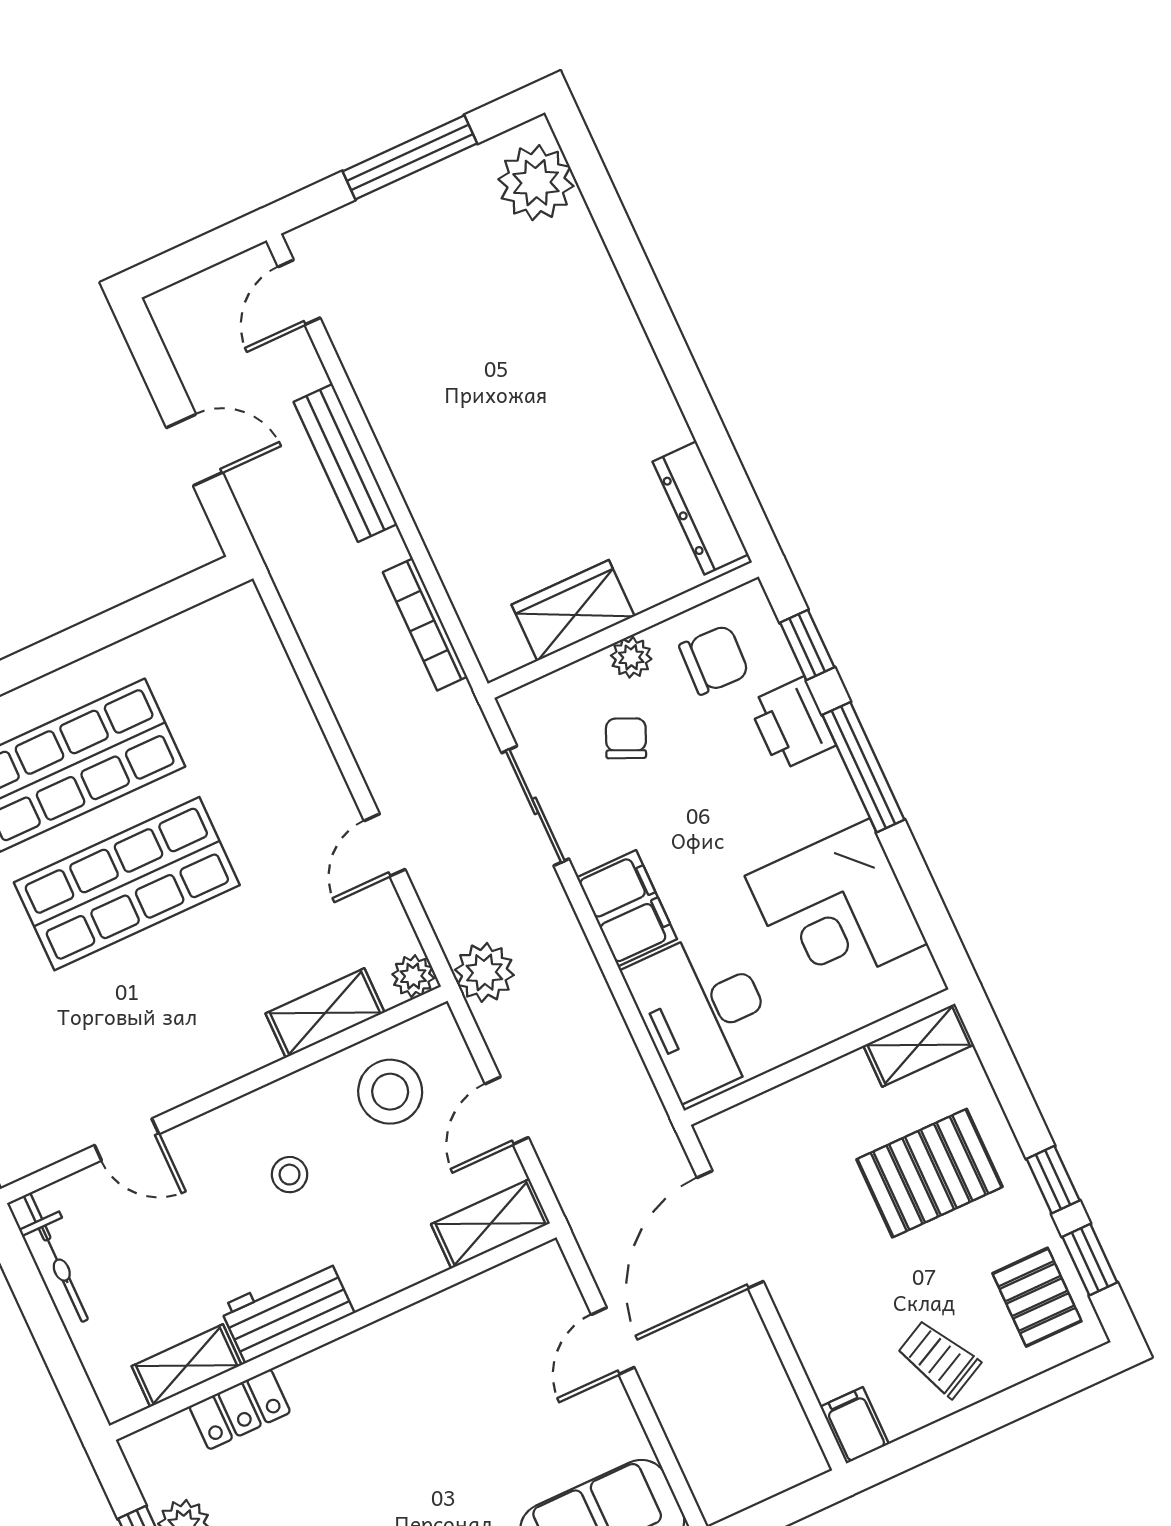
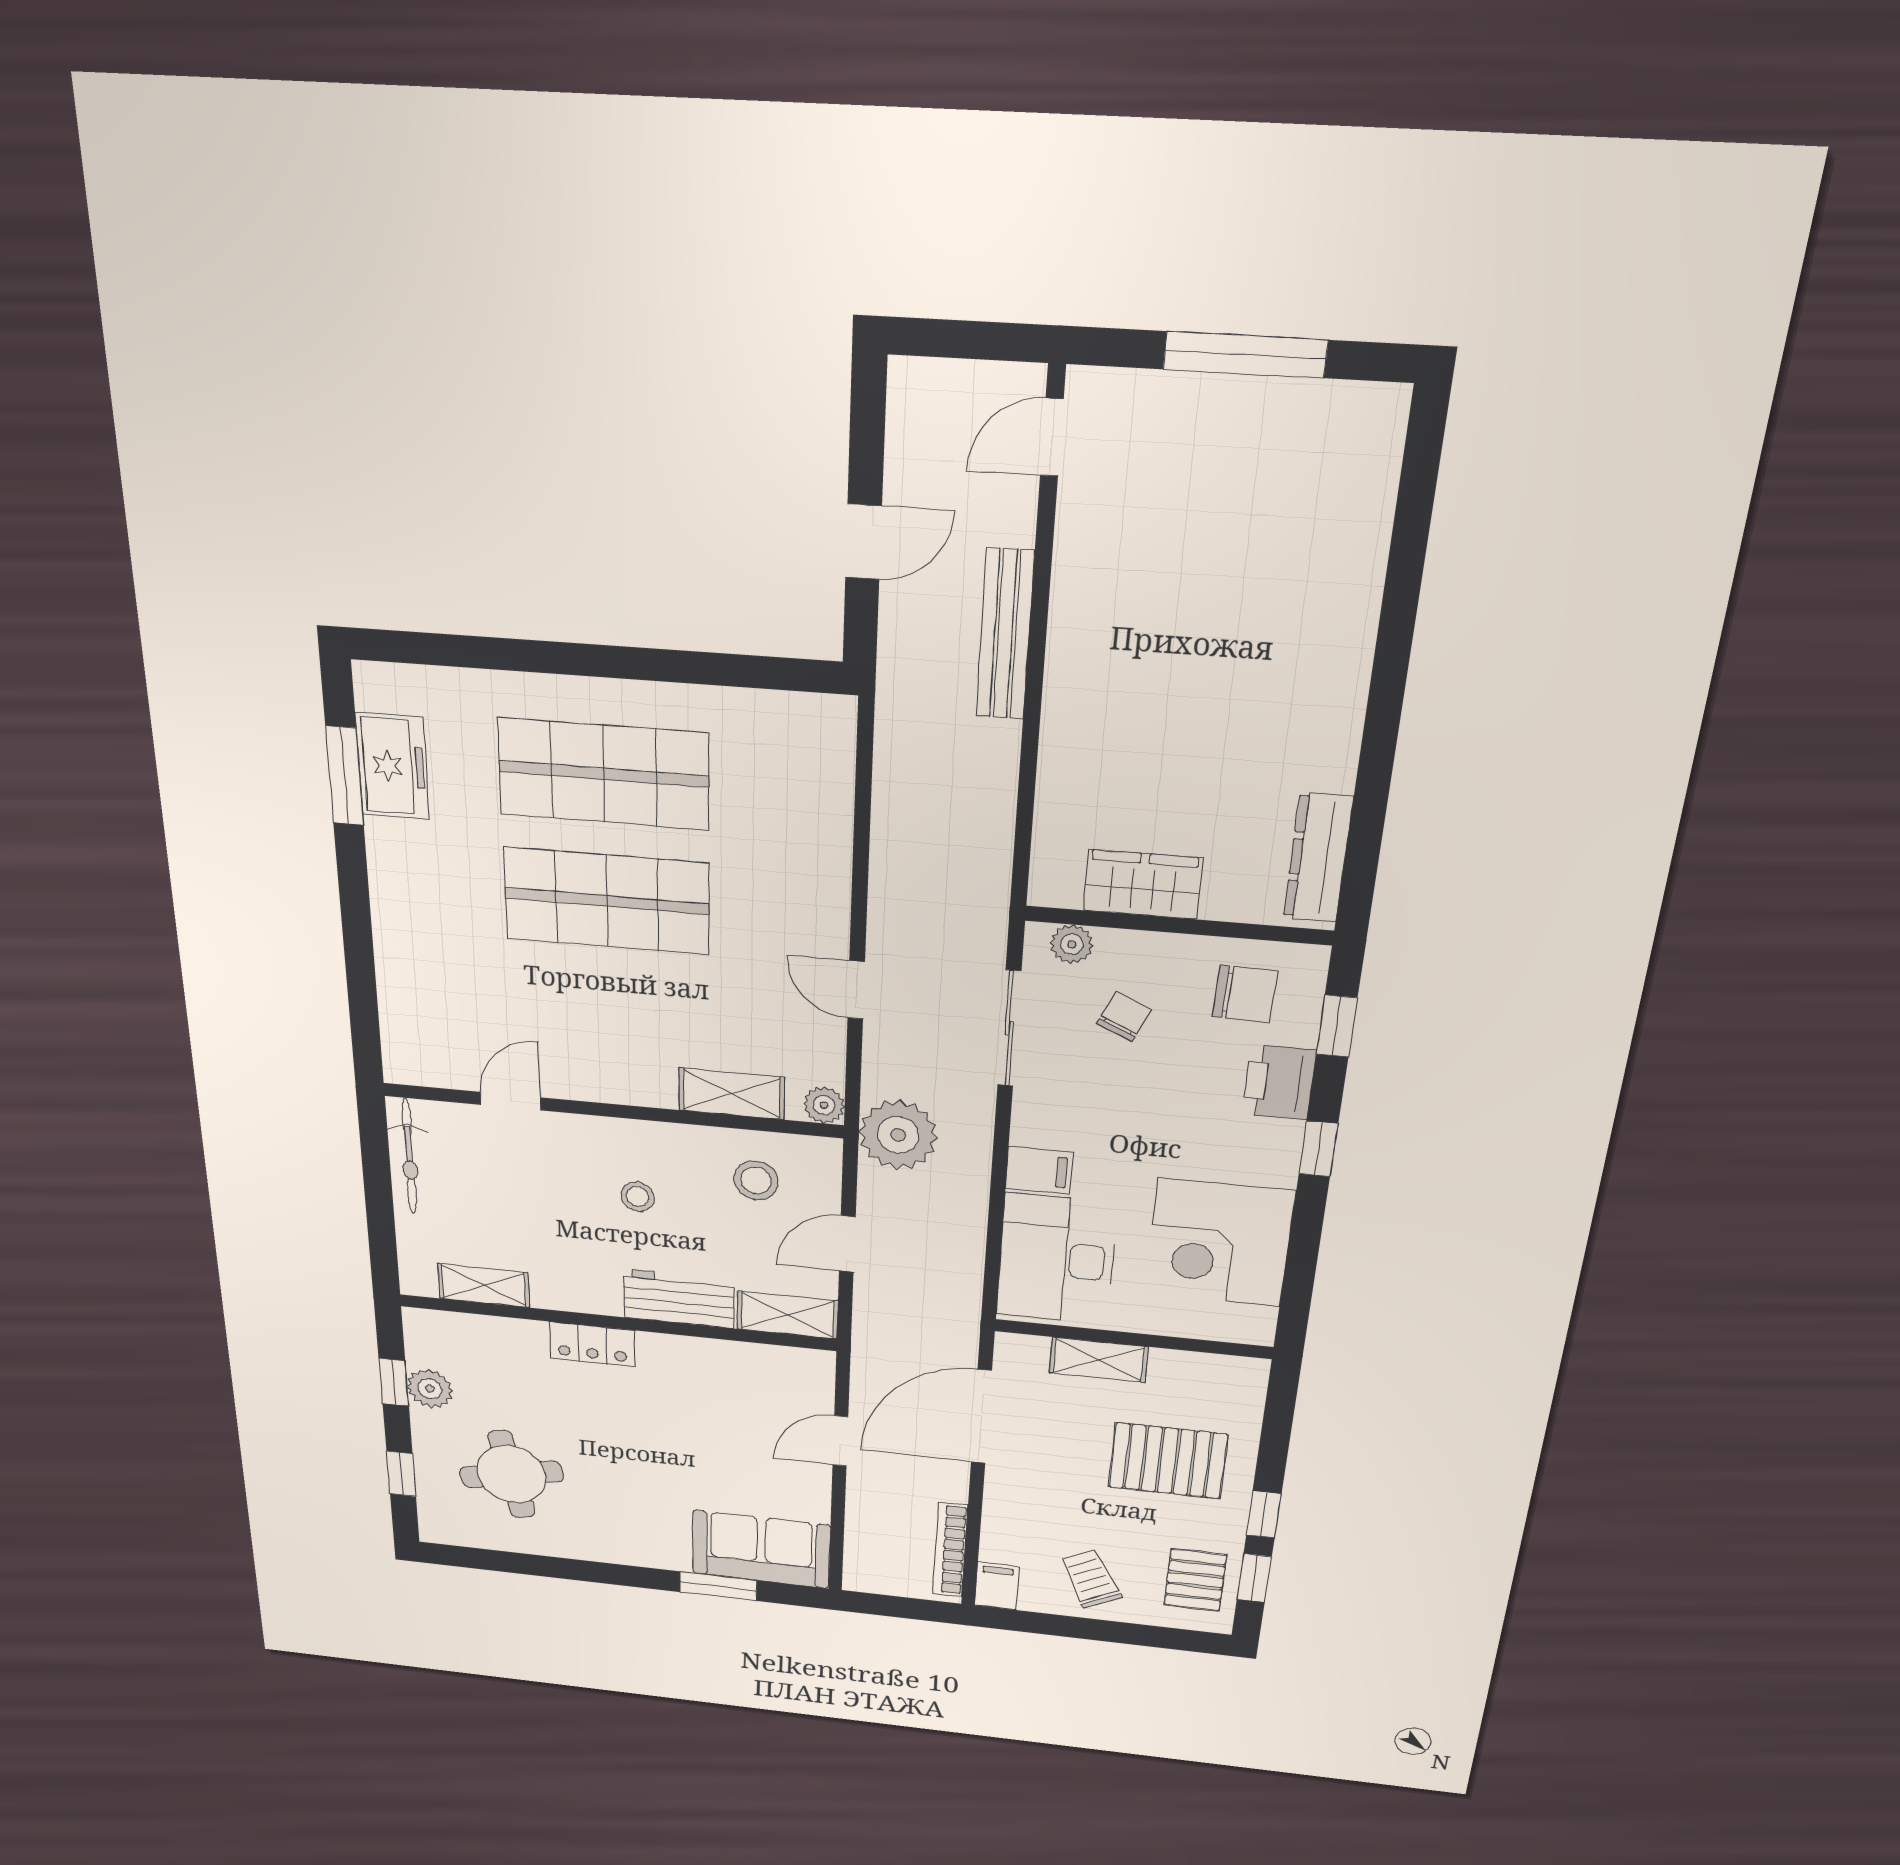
plant: (536, 183) -> (1358, 454), removed
door: (195, 450) -> (863, 542), hinge flipped
bookcase: (425, 624) -> (950, 1550), moved
plant: (631, 657) -> (1072, 944), moved
window: (863, 767) -> (1318, 1149), width x0.46
door: (385, 845) -> (856, 990), hinge flipped
filing cabinet: (627, 908) -> (1039, 1170), width x0.50
plant: (484, 972) -> (898, 1135), width x1.36, depth x1.36
shelving: (919, 1045) -> (1099, 1360), moved
stool: (390, 1092) -> (756, 1180), width x0.73, depth x0.73
door: (127, 1140) -> (510, 1101), swing flipped
workbench: (287, 1310) -> (679, 1299), moved
locker: (240, 1409) -> (592, 1344), moved

